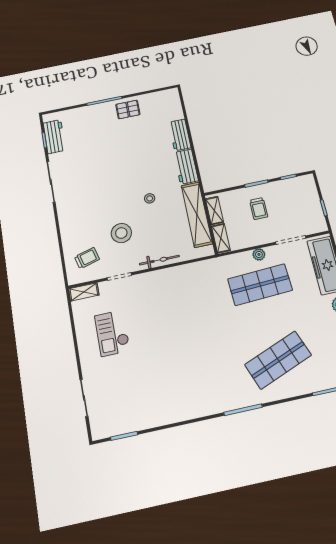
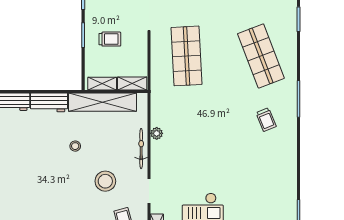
plant: (259, 254) -> (157, 133), moved
trolley: (214, 380) -> (266, 120), added

